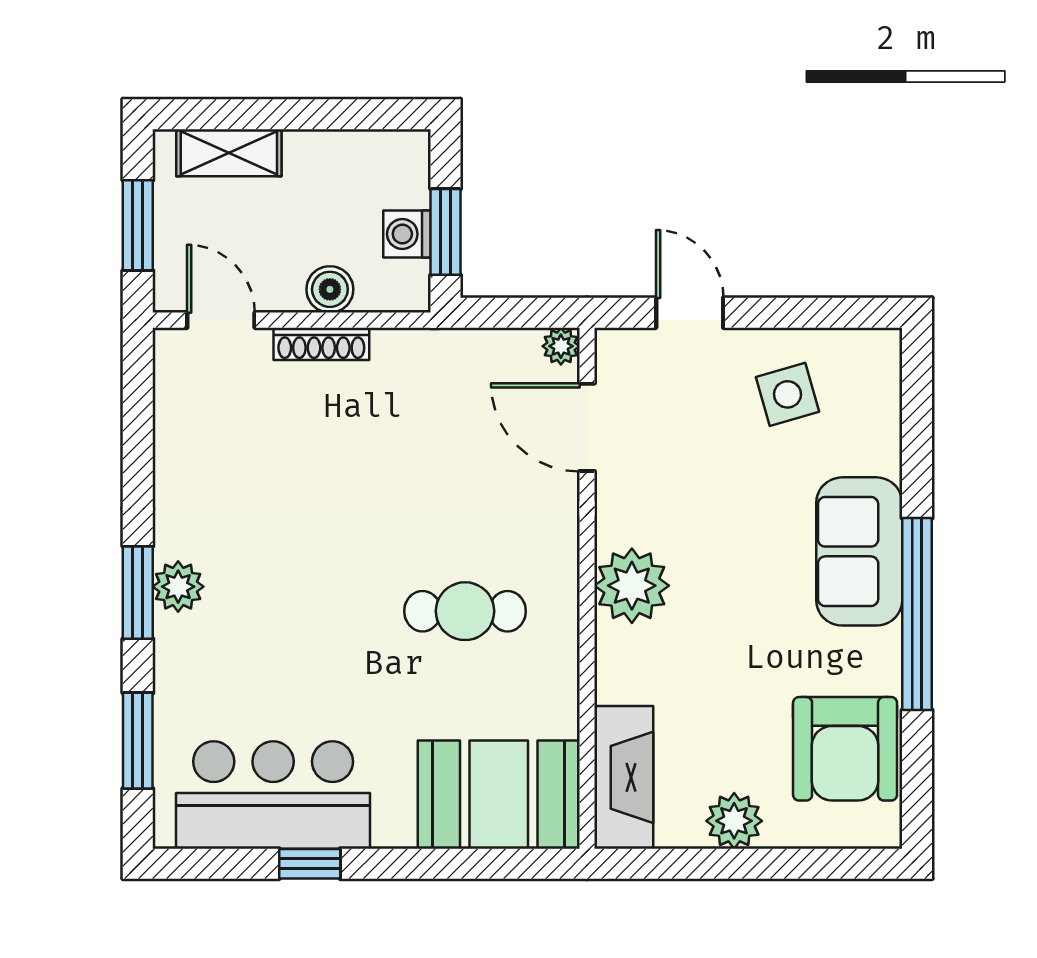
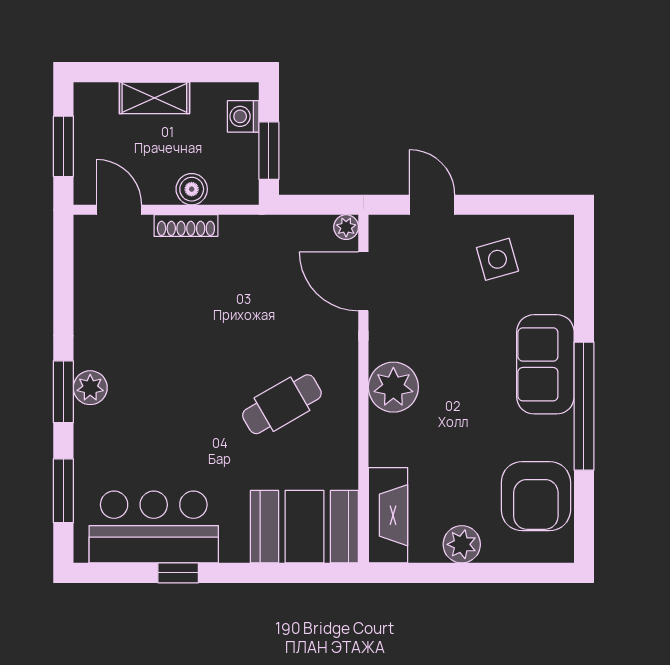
shelving: (229, 153) -> (154, 98), moved
washing machine: (407, 234) -> (243, 116), moved
cafe table: (465, 611) -> (282, 404), turned -30

